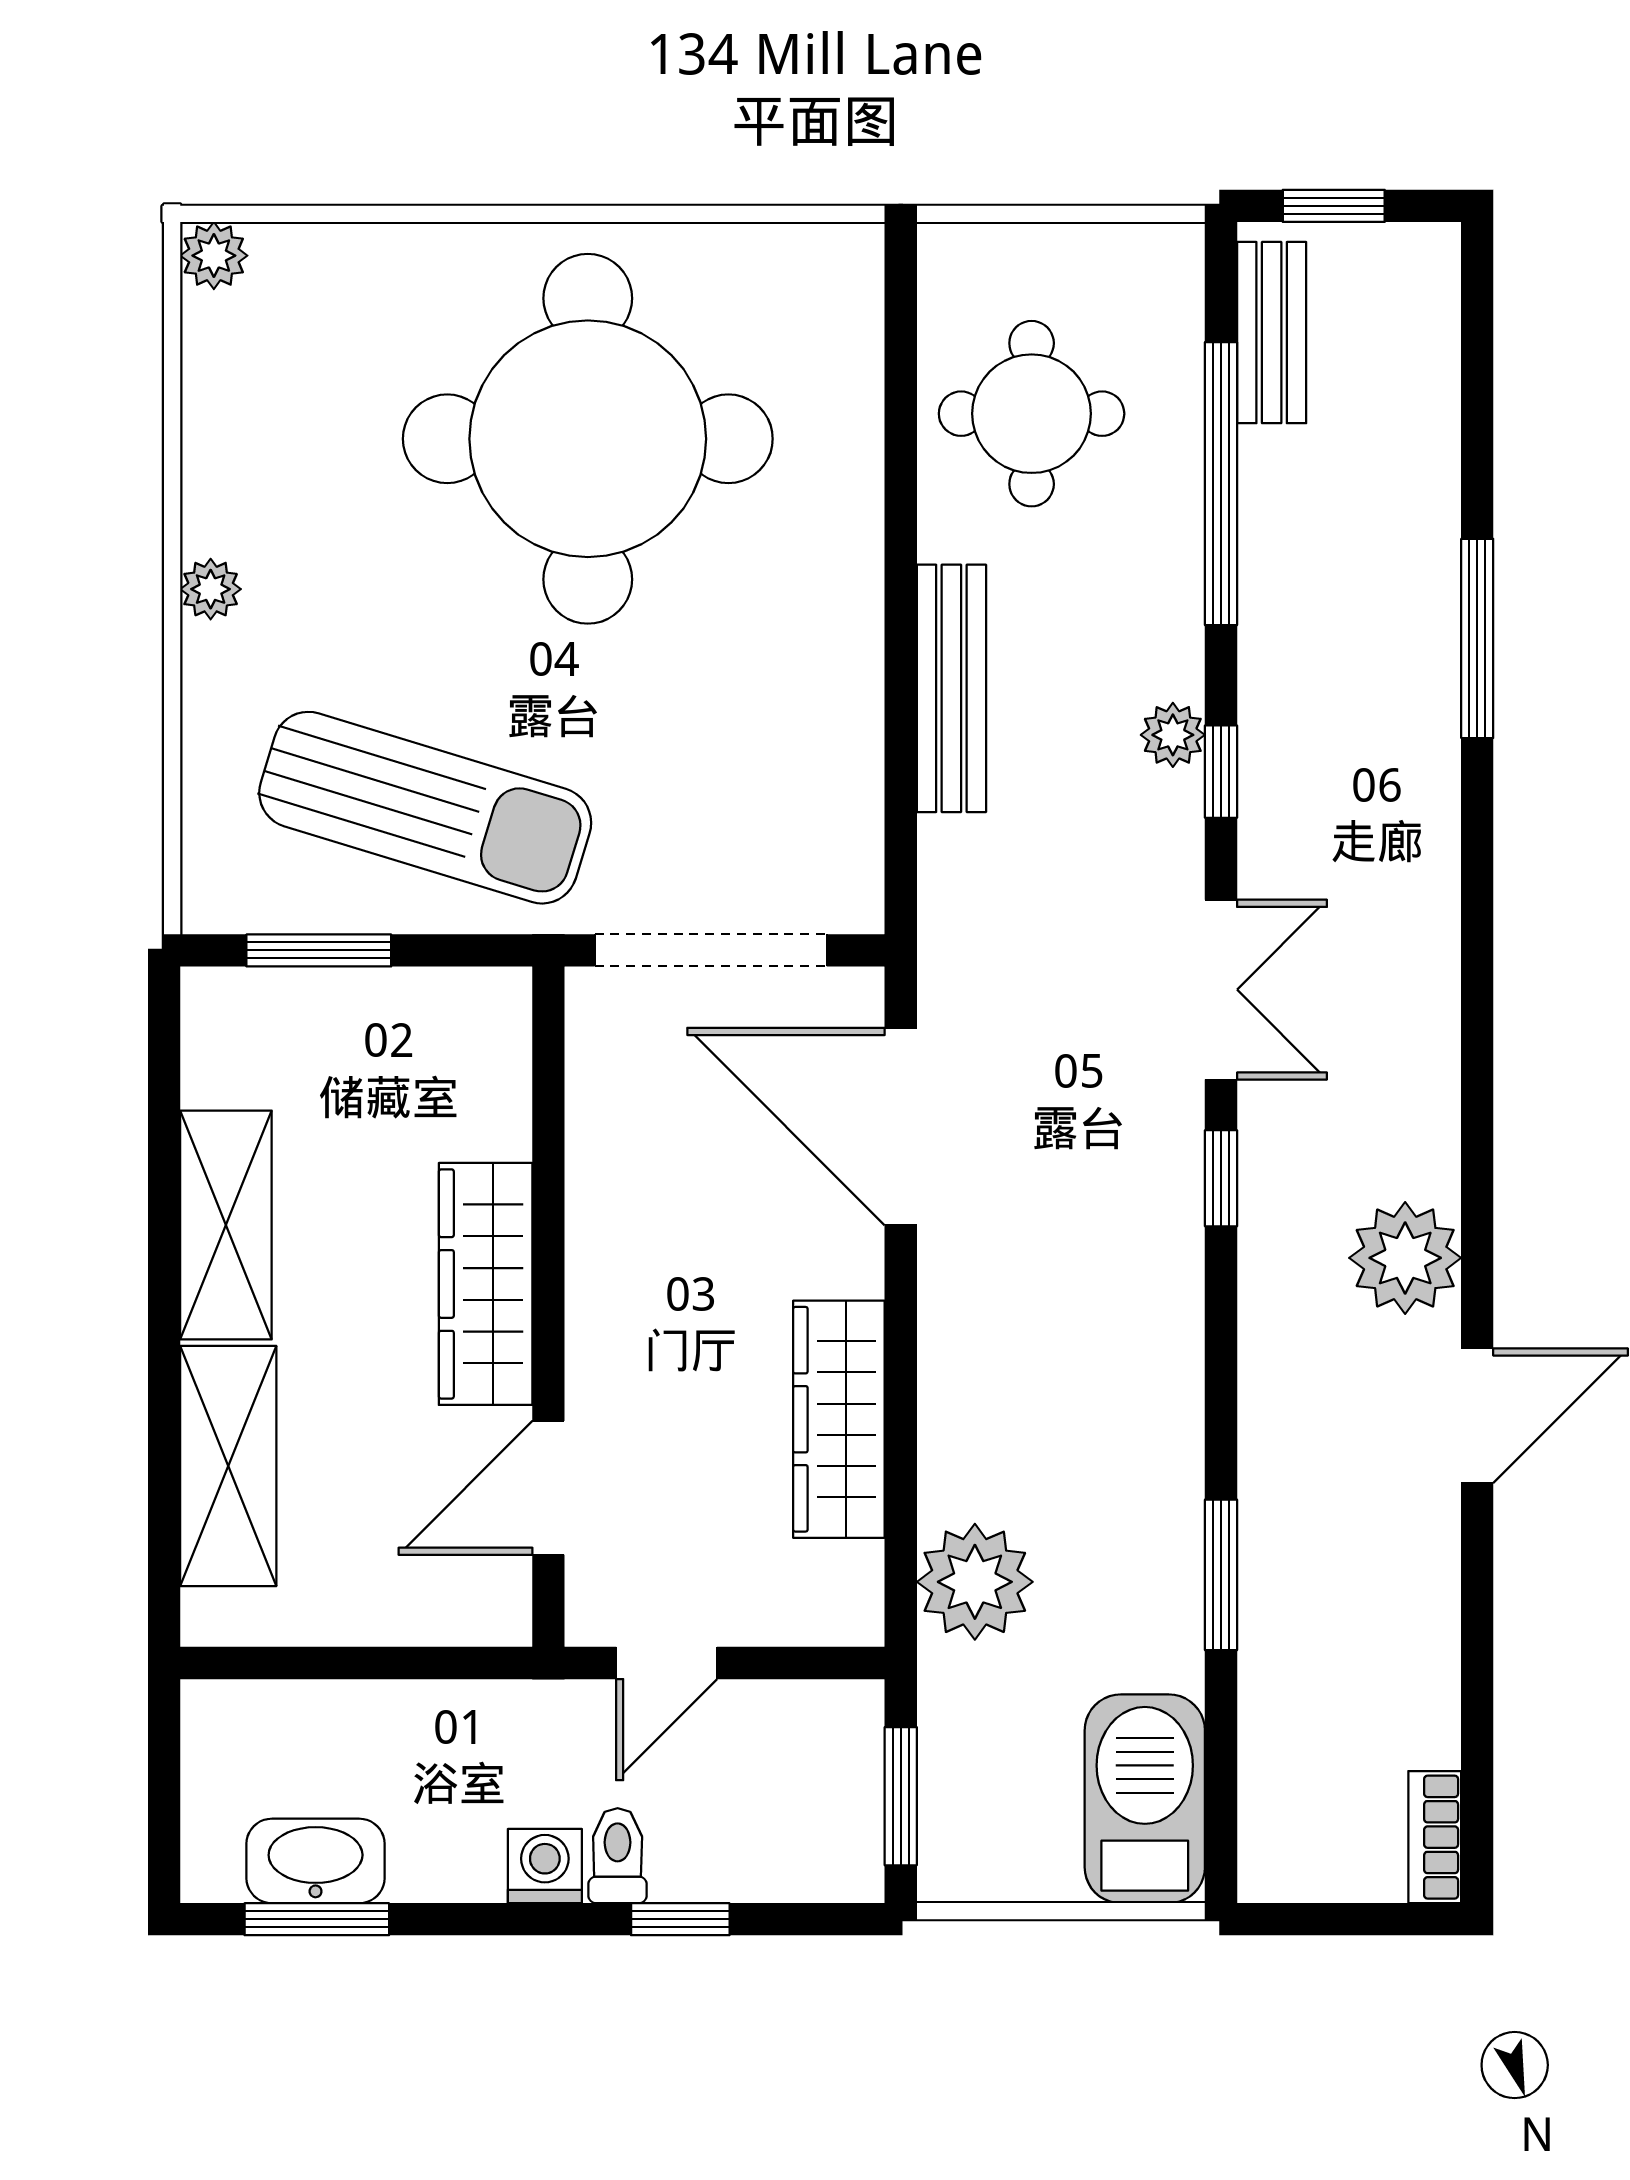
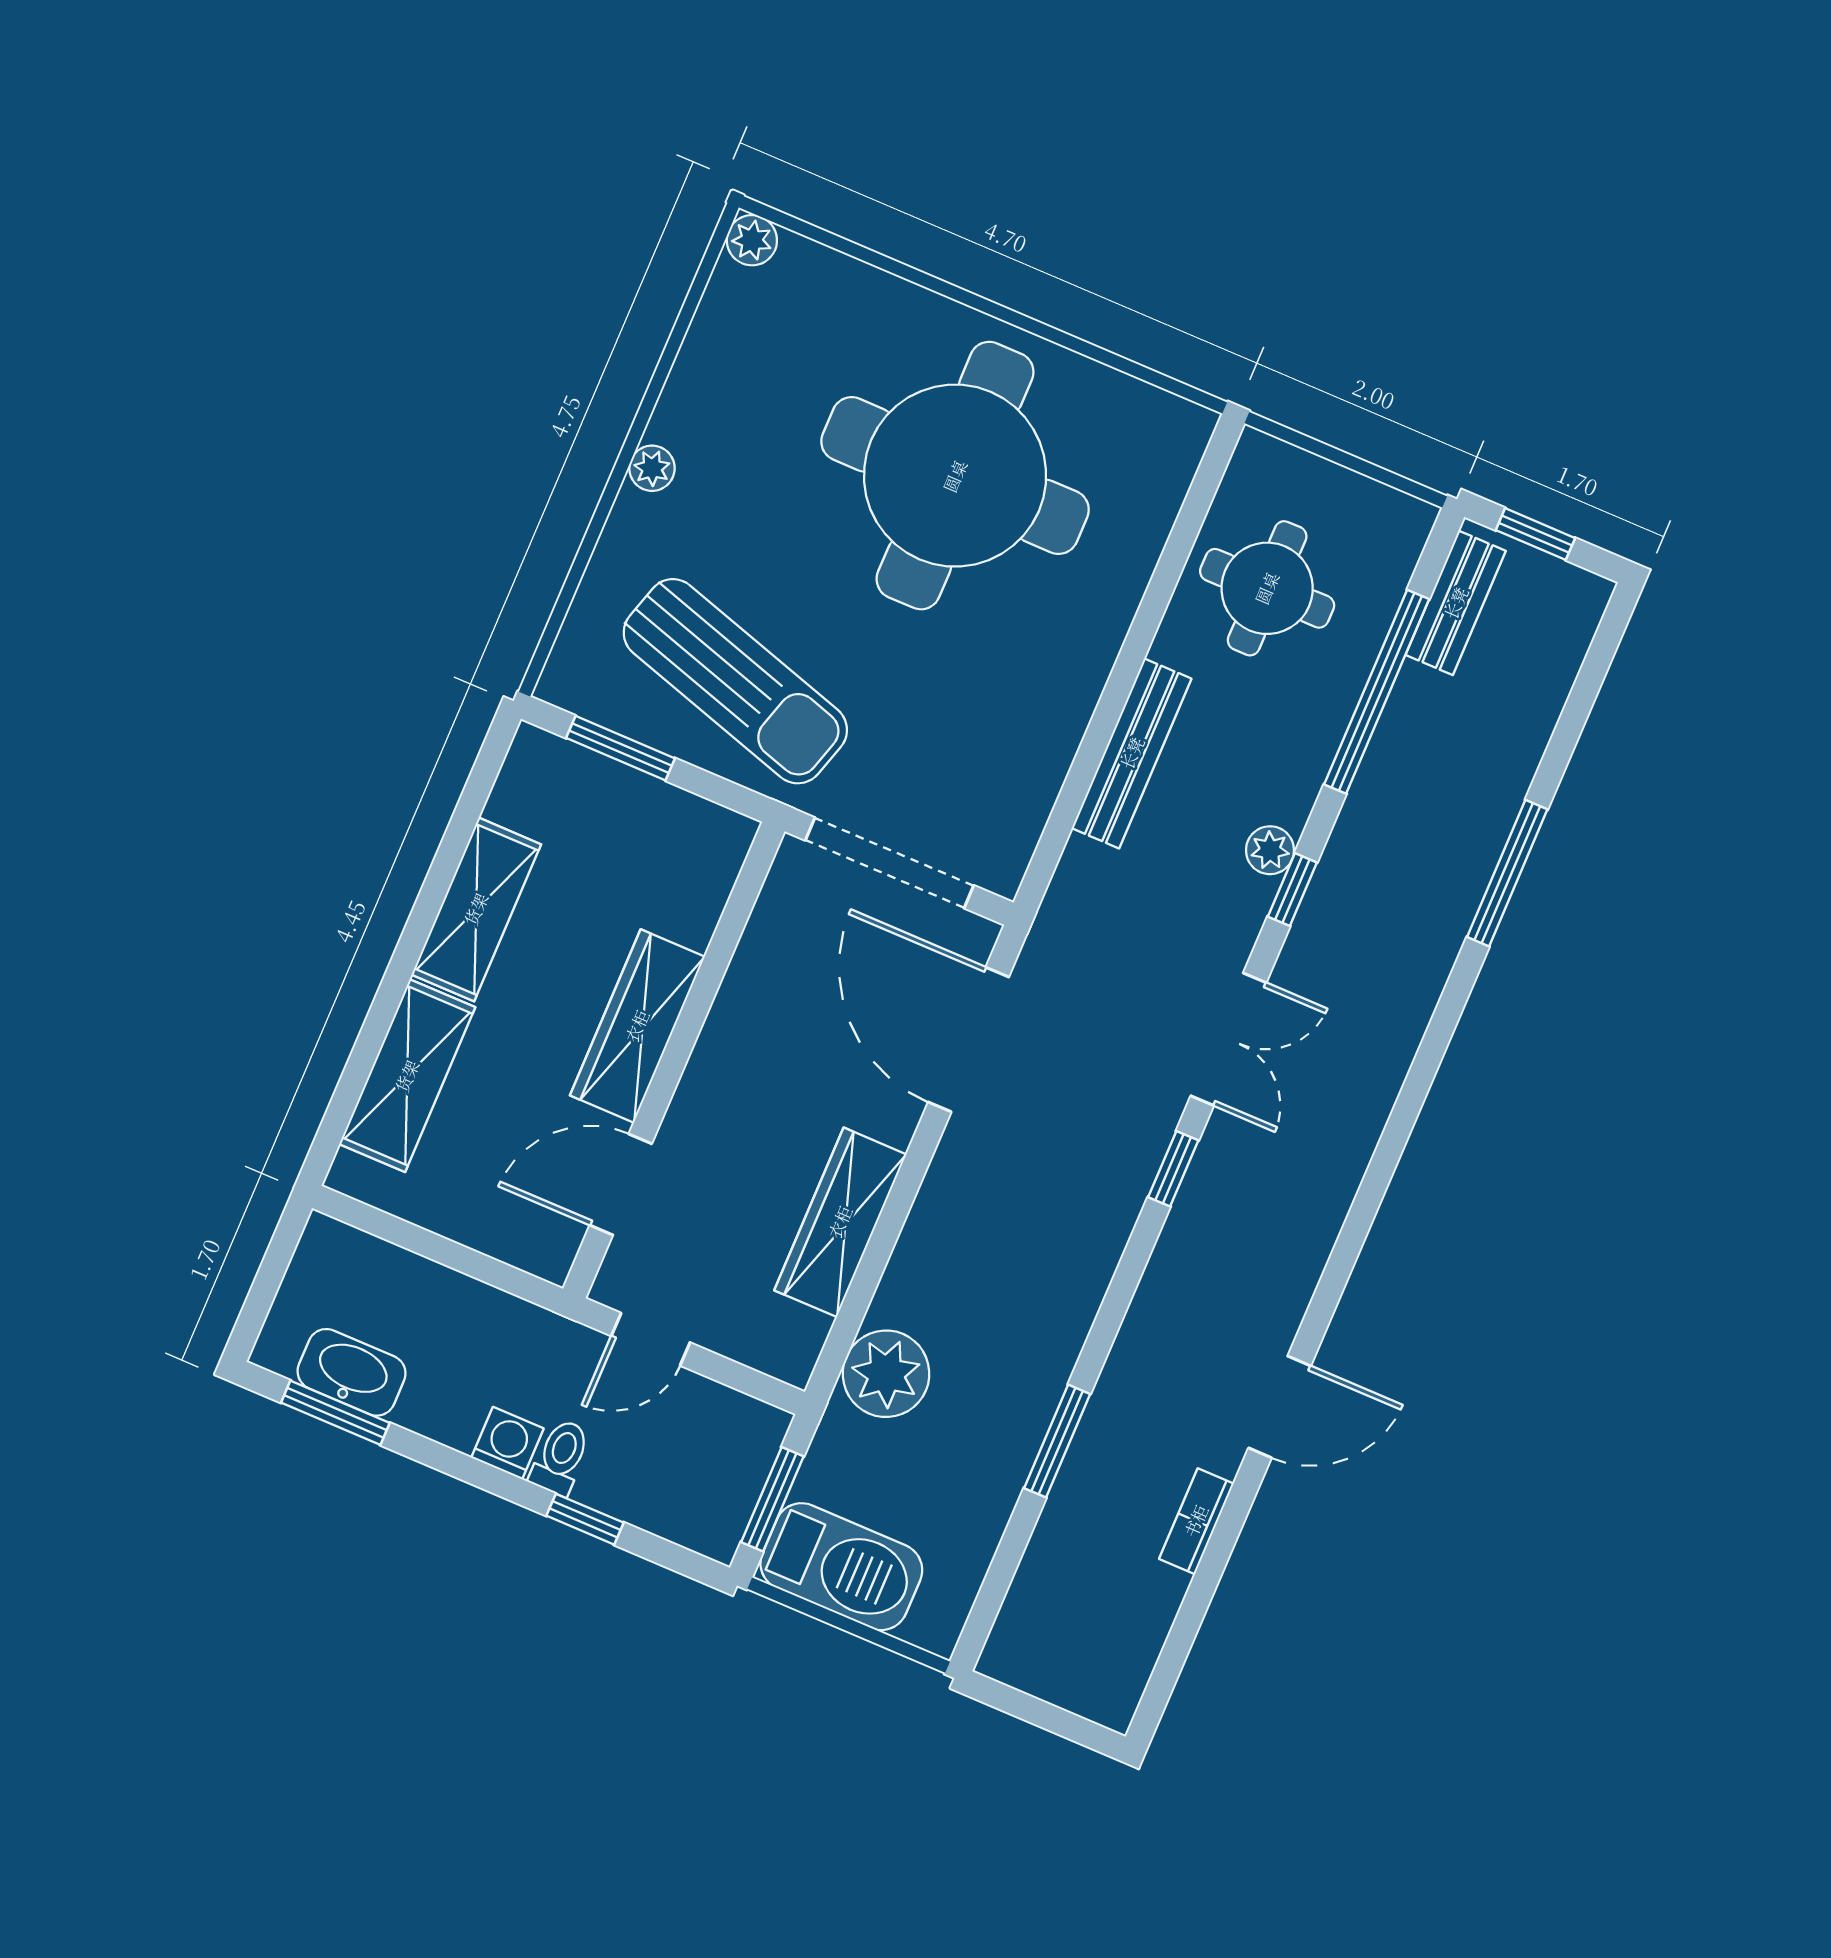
plant: (1405, 1258) -> (1276, 1277), removed
barbecue: (1145, 1799) -> (841, 1567), moved, turned 90
bookcase: (1435, 1837) -> (1196, 1521), moved

